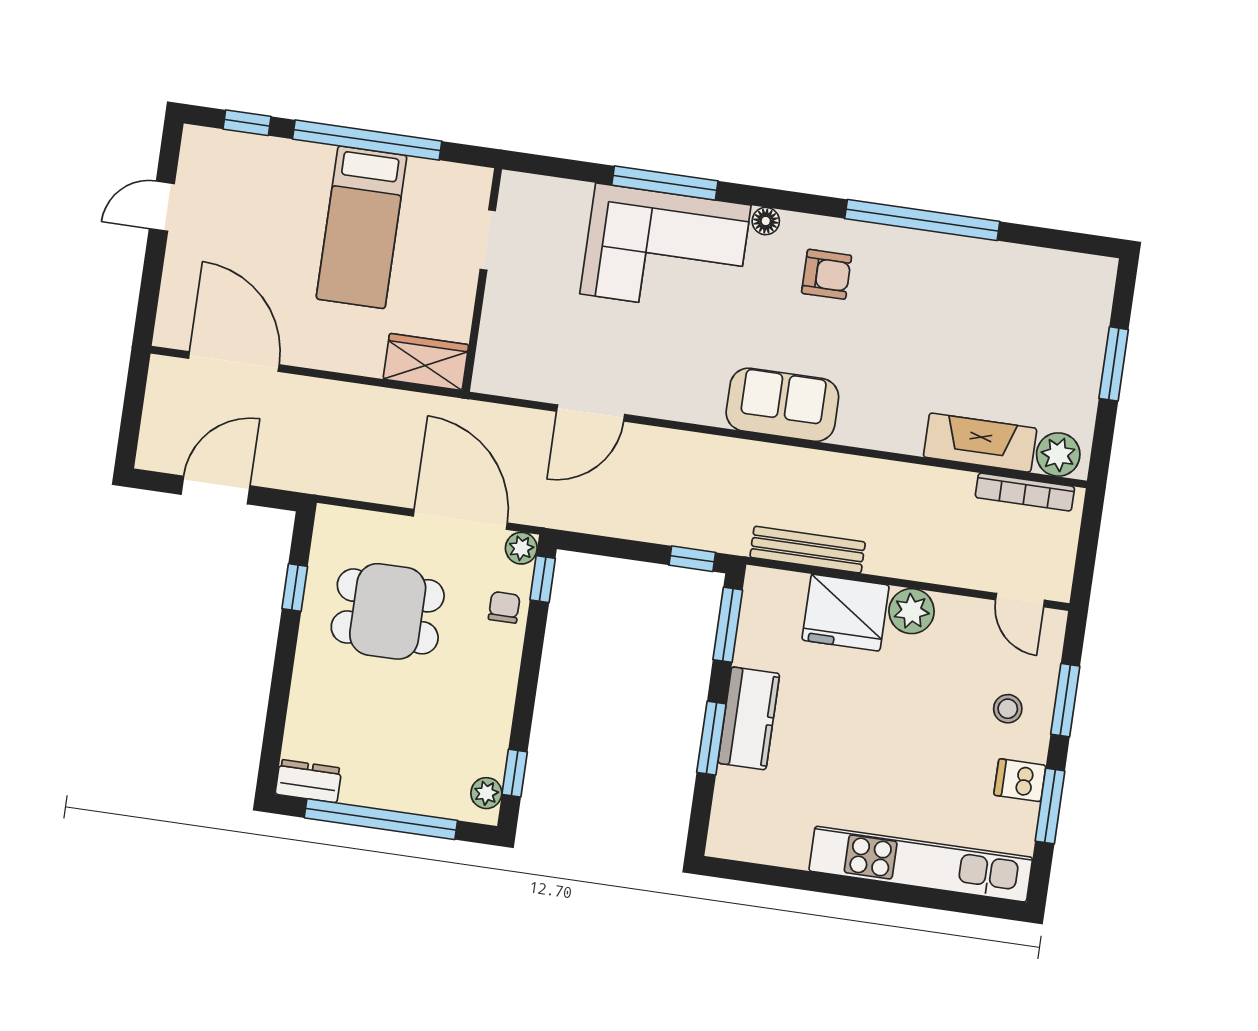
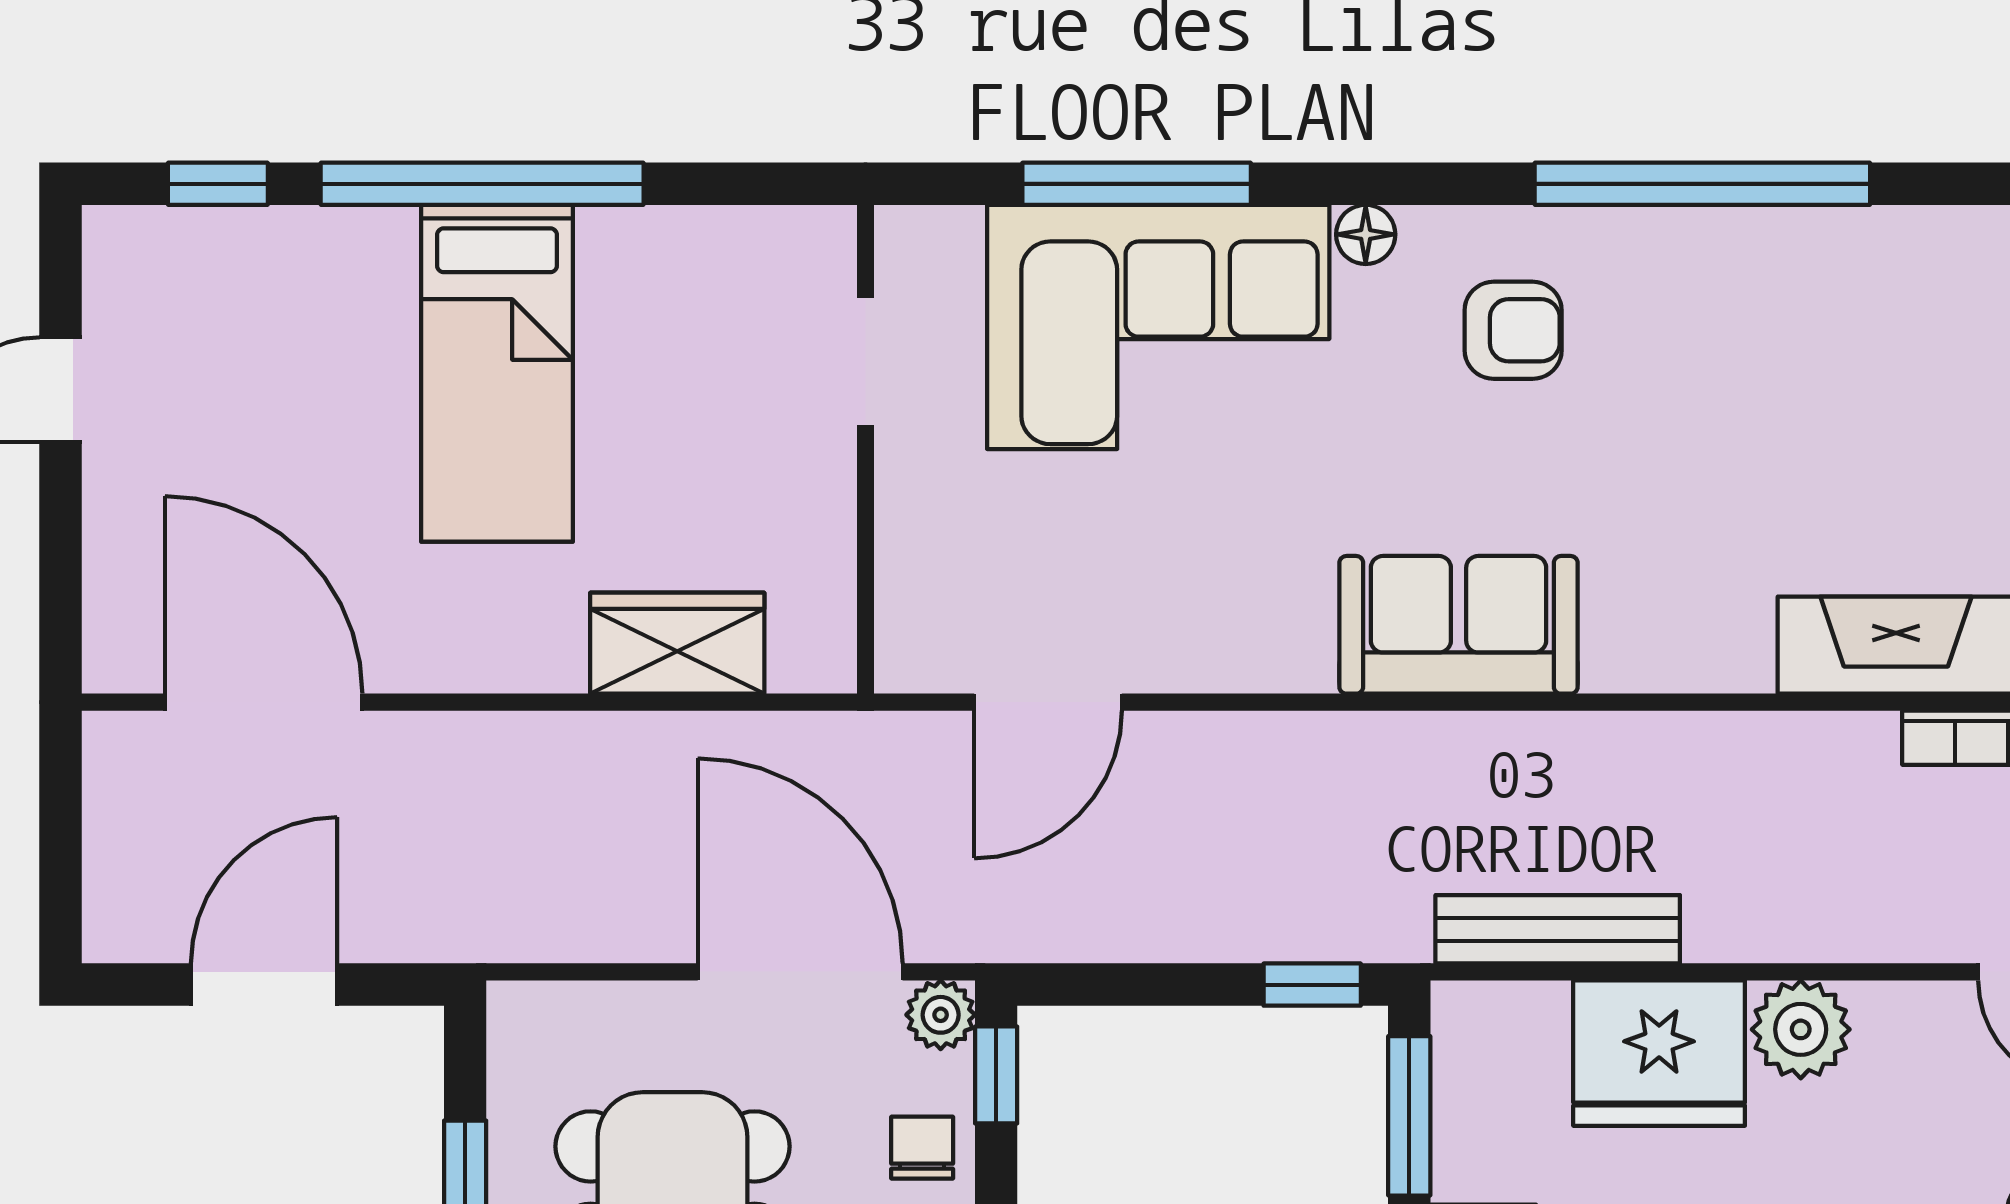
doorway: (488, 240) -> (866, 362), moved
wall: (482, 280) -> (866, 449), moved

